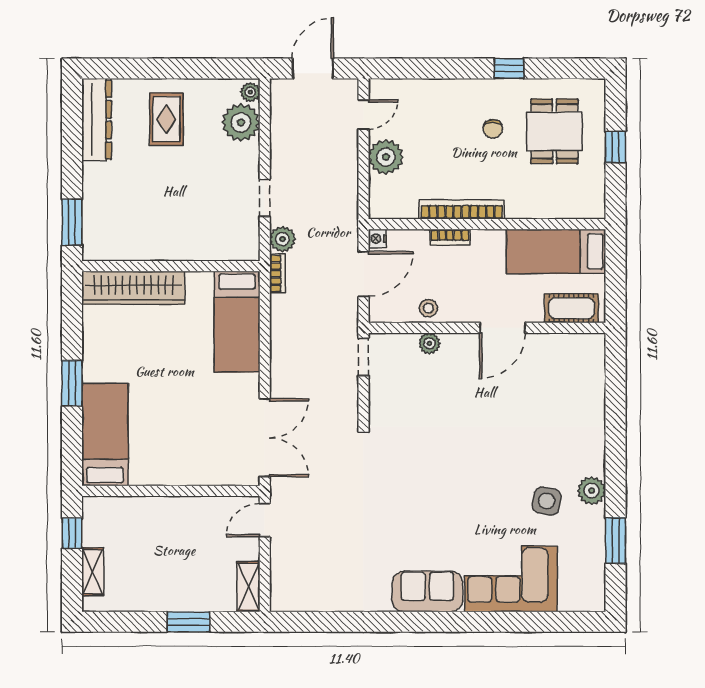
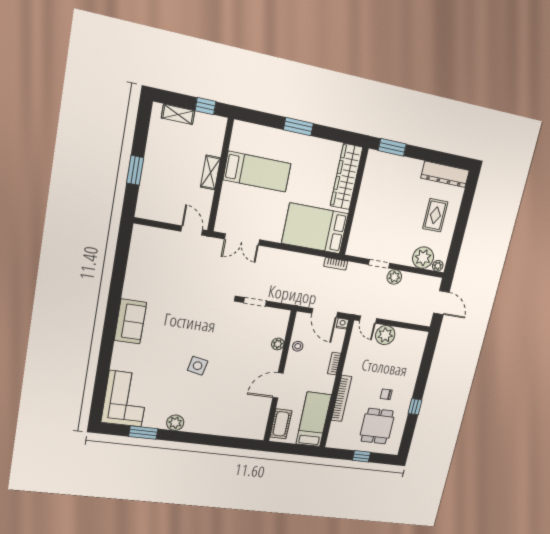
door: (364, 114) -> (368, 320), moved
rug: (166, 119) -> (435, 215), turned 90
dining table: (554, 131) -> (377, 426), turned 90
bookcase: (462, 209) -> (341, 398), moved
plant: (283, 239) -> (394, 277), moved
bed: (237, 322) -> (315, 228), width x1.50
door: (502, 328) -> (278, 385), hinge flipped
doorway: (364, 357) -> (255, 302), moved
bed: (105, 435) -> (257, 172), moved
double door: (265, 438) -> (242, 239), width x0.73
side table: (547, 501) -> (198, 366), moved
corner sofa: (511, 579) -> (125, 399), moved
shelving: (248, 587) -> (210, 172), moved, turned 90

